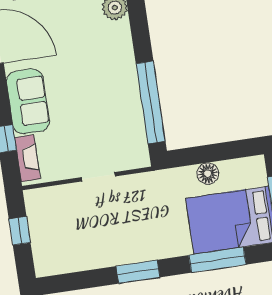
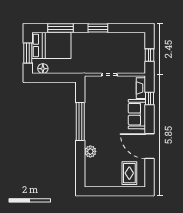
window: (151, 102) -> (80, 121), moved
floor lamp: (208, 174) -> (43, 69), moved

